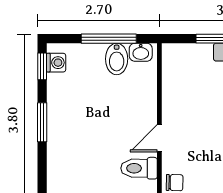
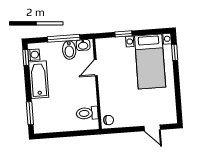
bathtub: (61, 105) -> (39, 80), added
window: (42, 122) -> (30, 113), moved
door: (159, 138) -> (96, 68), moved

